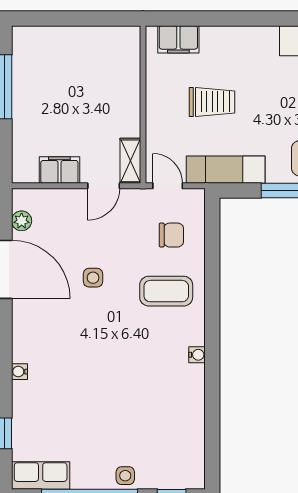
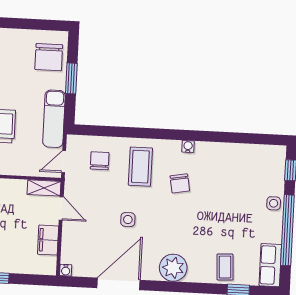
plant: (22, 221) -> (173, 268), moved, width x1.87, depth x1.87
chair: (146, 346) -> (180, 183), added
water cooler: (19, 372) -> (66, 270), moved
coffee table: (35, 414) -> (225, 267), added

